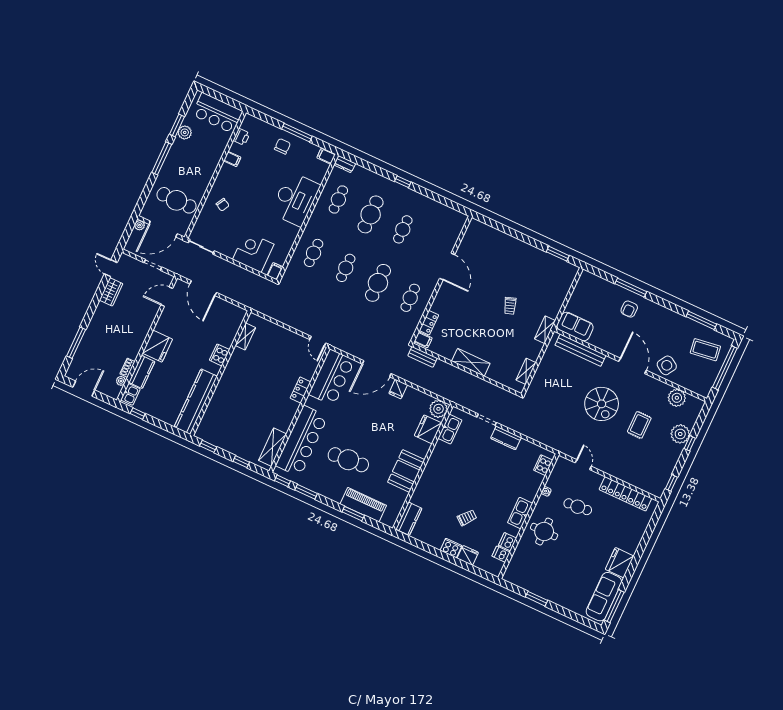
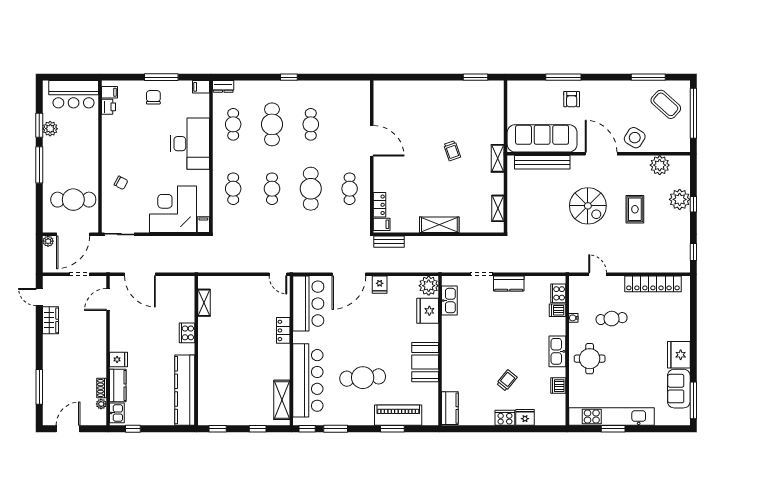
filing cabinet: (232, 159) -> (109, 92), moved
corner desk: (253, 252) -> (173, 209), width x1.36, depth x1.36
sofa: (575, 327) -> (542, 138), width x1.85, depth x1.27
fridge: (157, 346) -> (118, 359), width x0.53, depth x0.75
coffee table: (705, 350) -> (666, 104), turned 50
dishwasher: (501, 554) -> (557, 310), moved
kitchen unit: (540, 588) -> (611, 417), added
sofa: (604, 597) -> (679, 389), width x0.73

